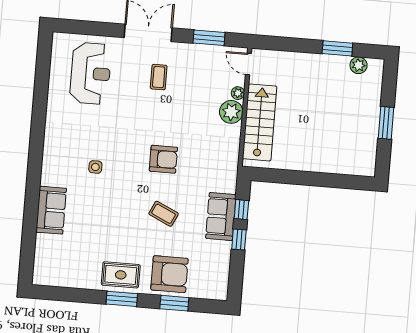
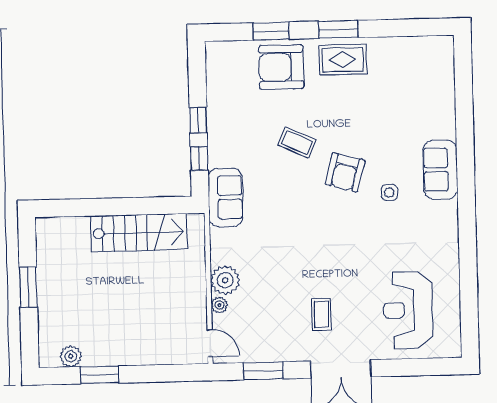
stairs: (260, 122) -> (139, 233), moved, turned -90
armchair: (163, 159) -> (345, 172), moved, turned -75
sofa: (51, 210) -> (440, 170), moved
sofa: (221, 216) -> (225, 197), moved

